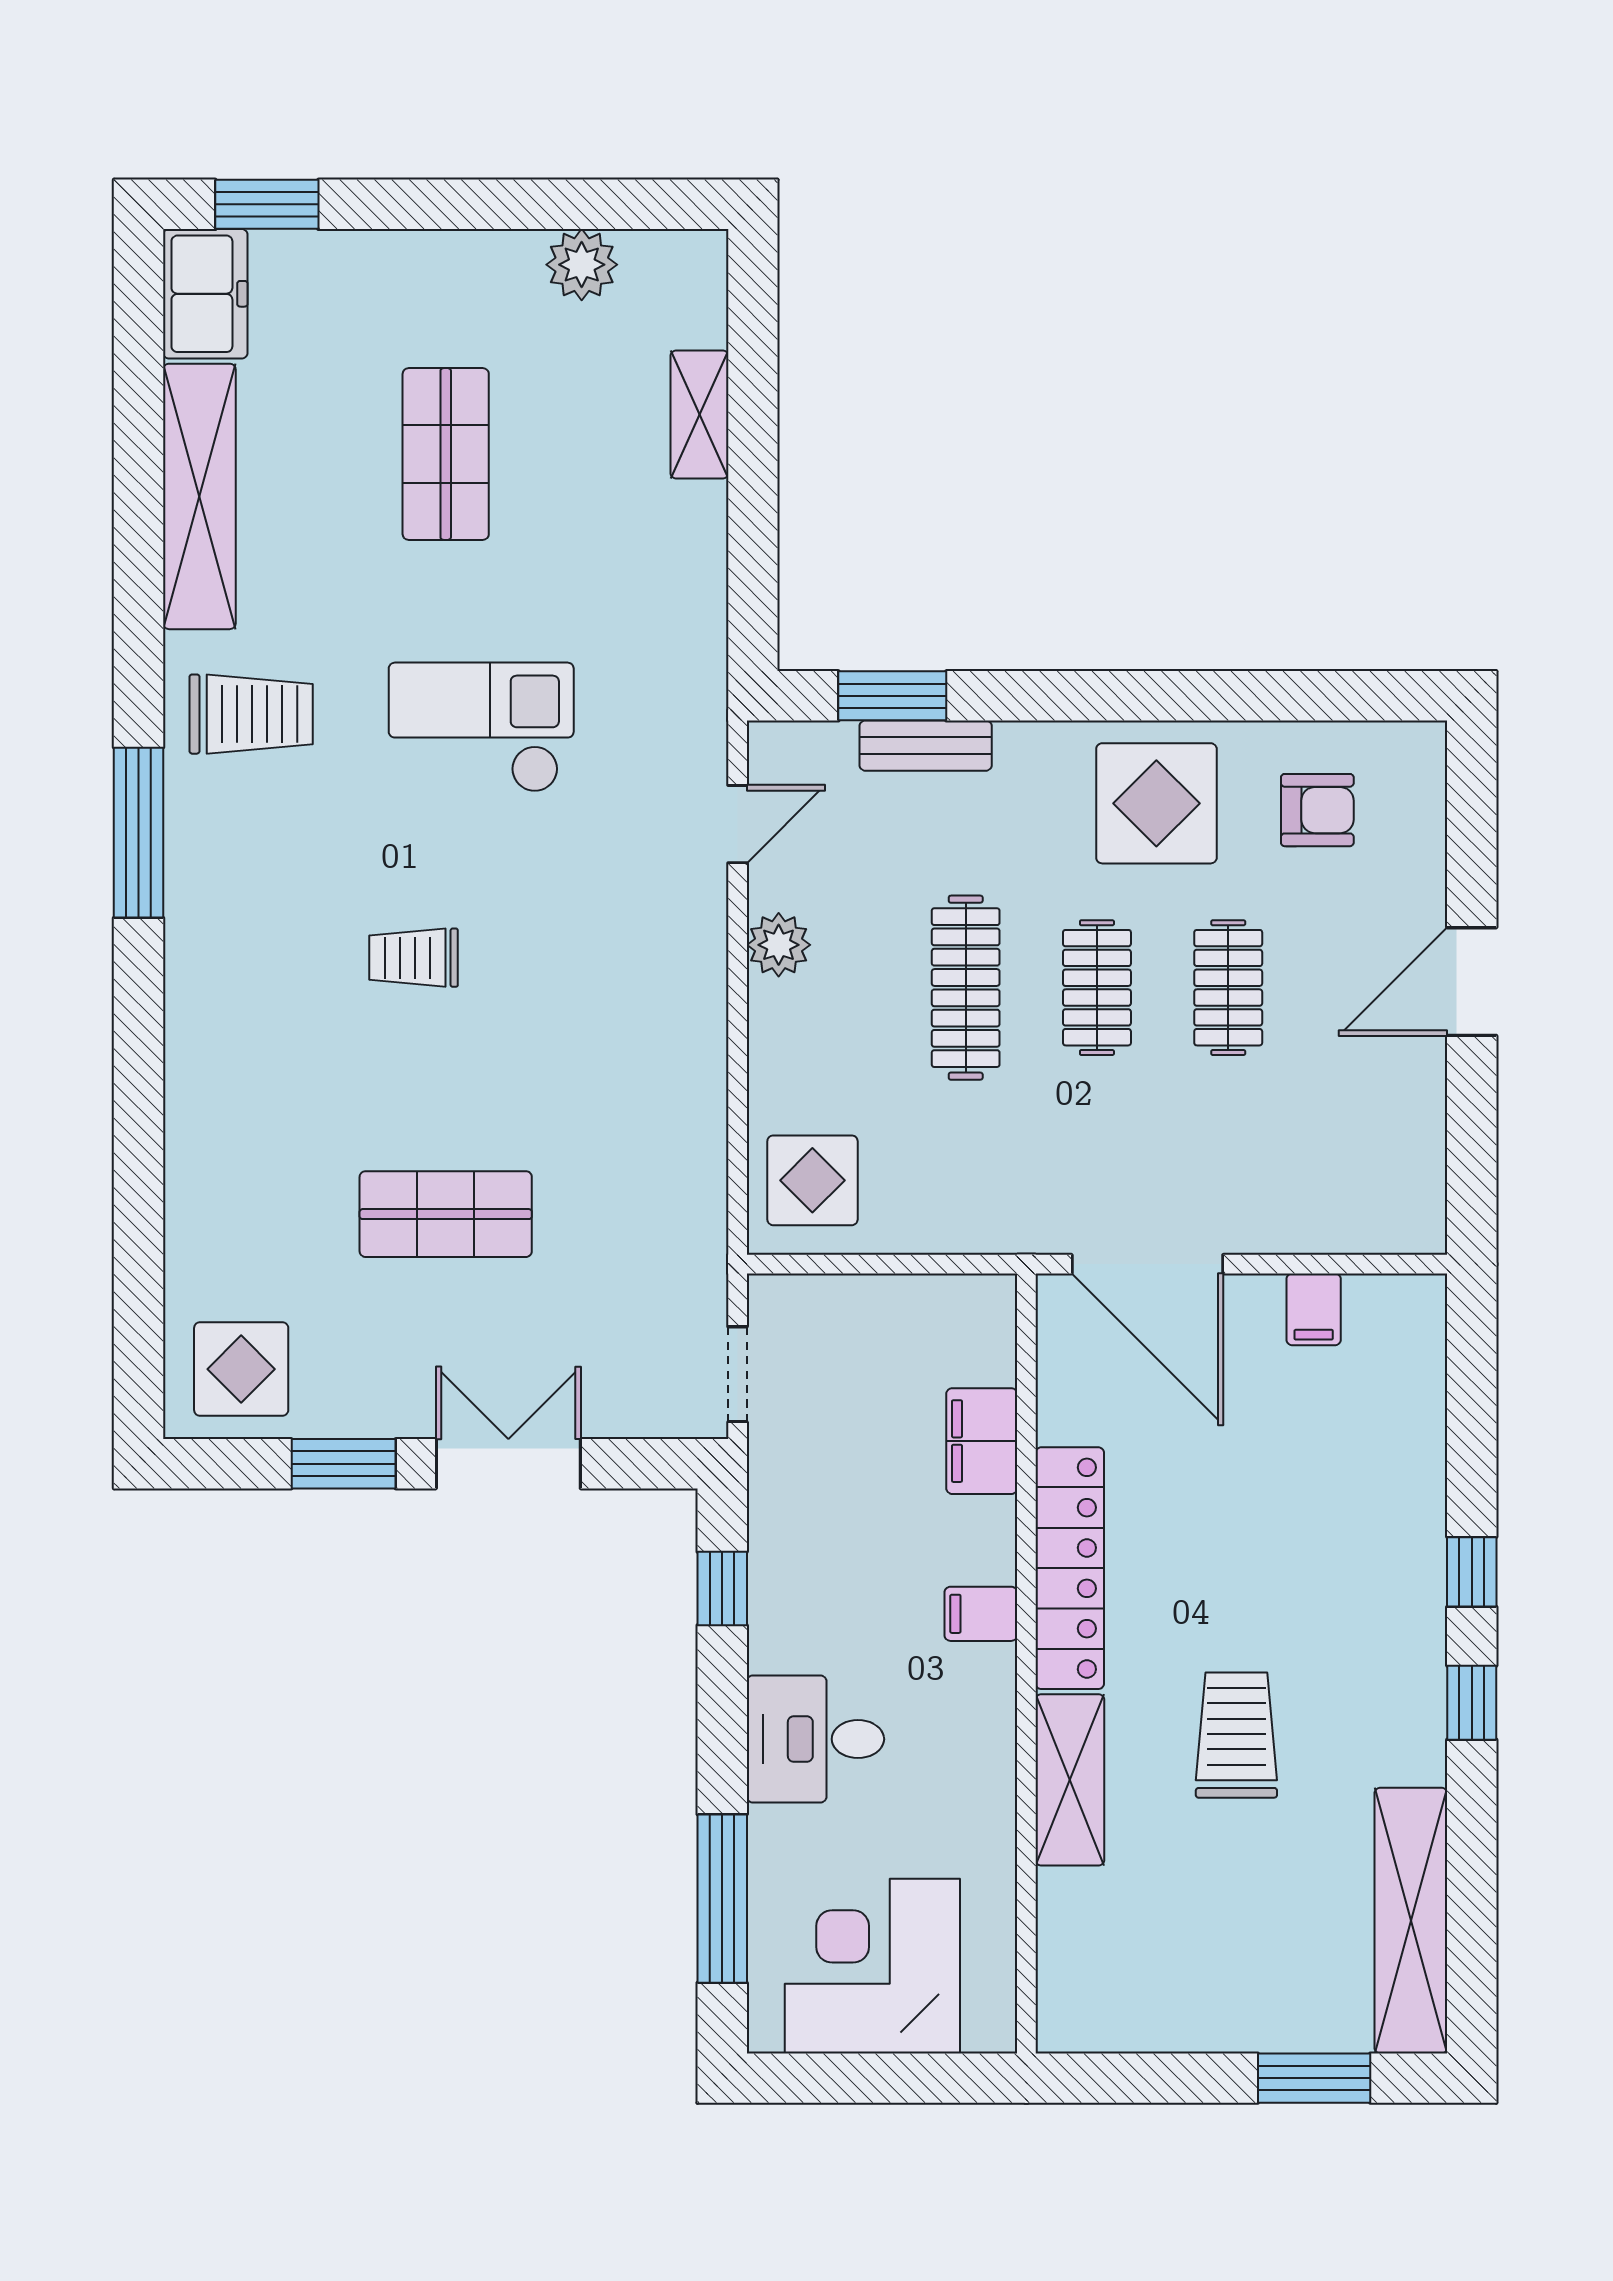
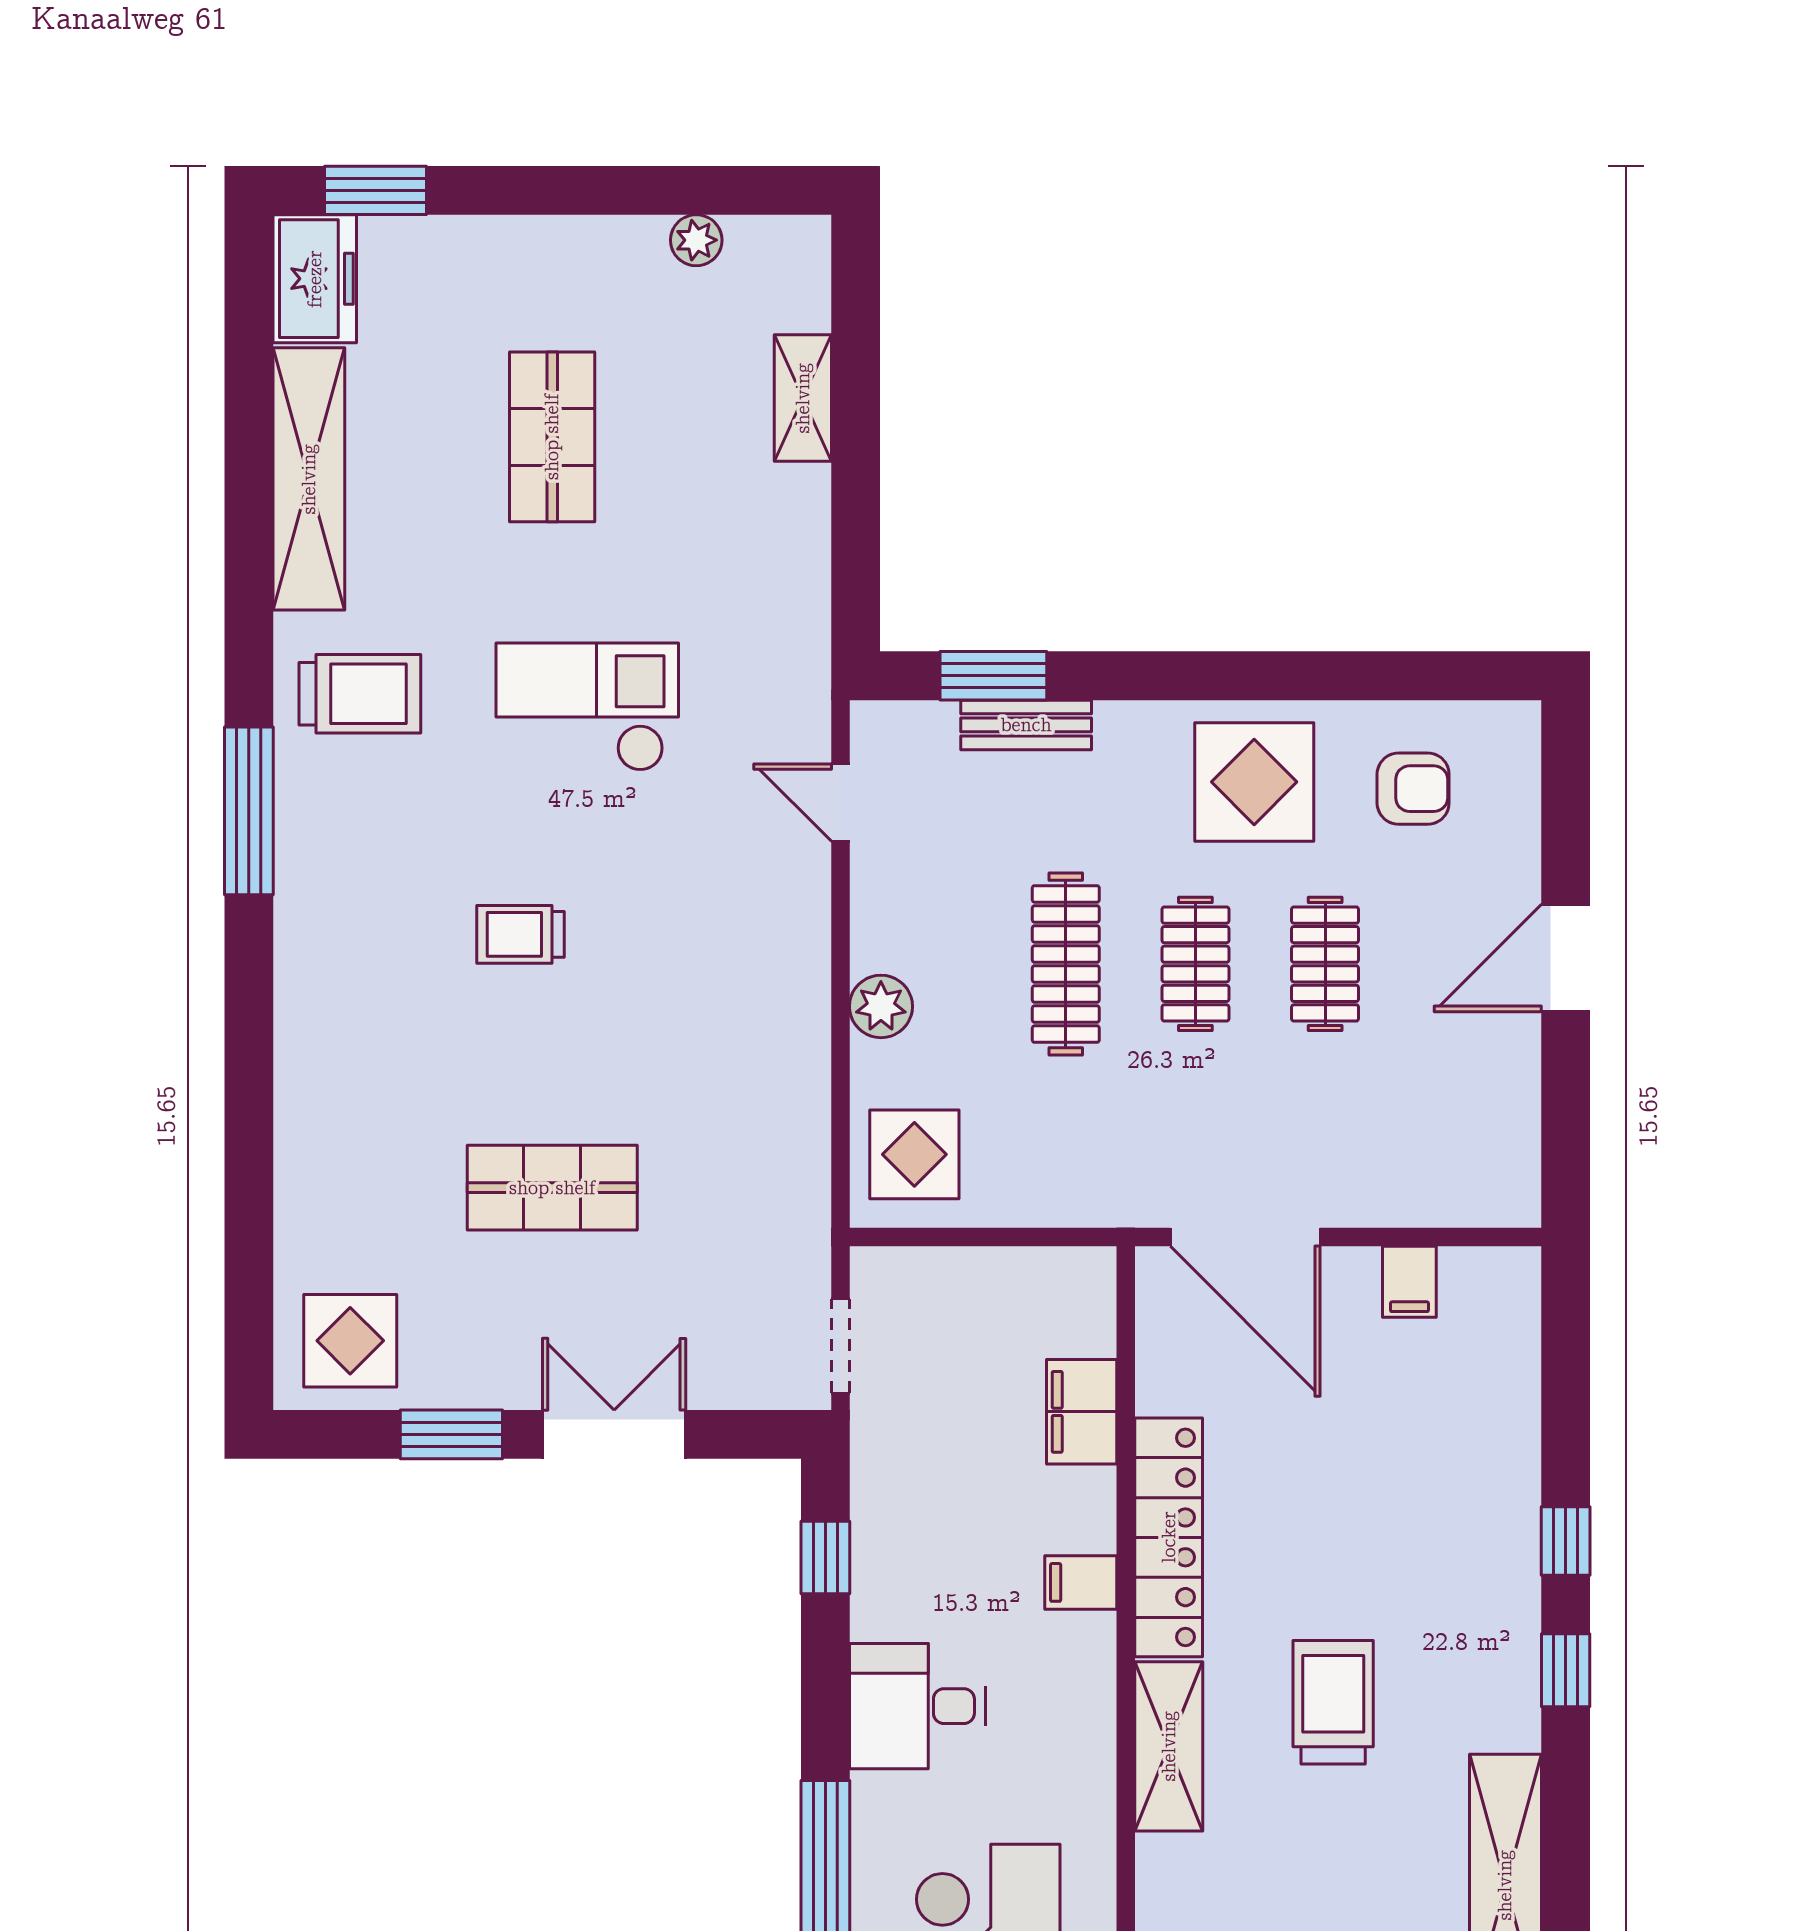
plant: (582, 265) -> (696, 240), width x0.73, depth x0.73
door: (738, 824) -> (840, 803), swing flipped
plant: (779, 945) -> (881, 1006), moved

